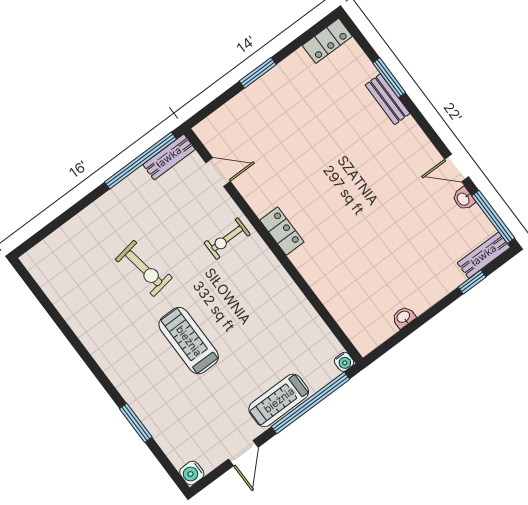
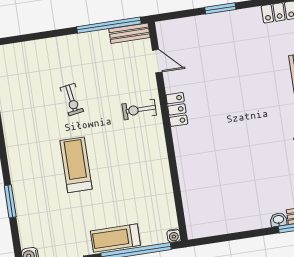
locker: (282, 231) -> (177, 109), moved
exercise bike: (144, 268) -> (72, 100), width x0.73, depth x0.72
washbasin: (404, 317) -> (278, 220), moved

